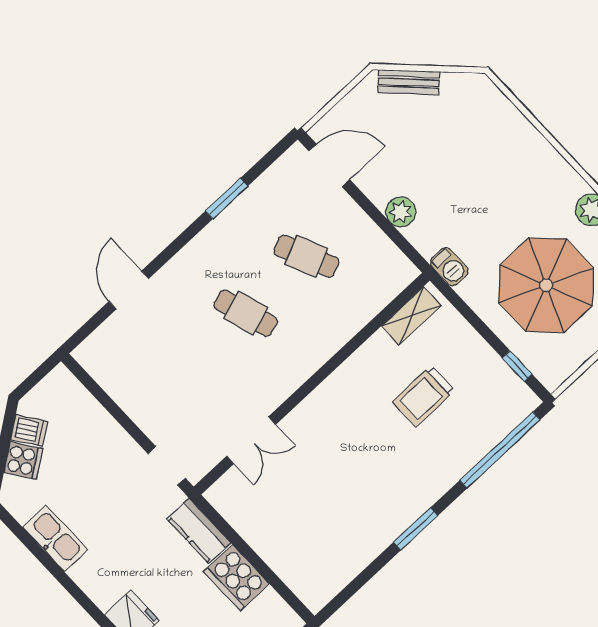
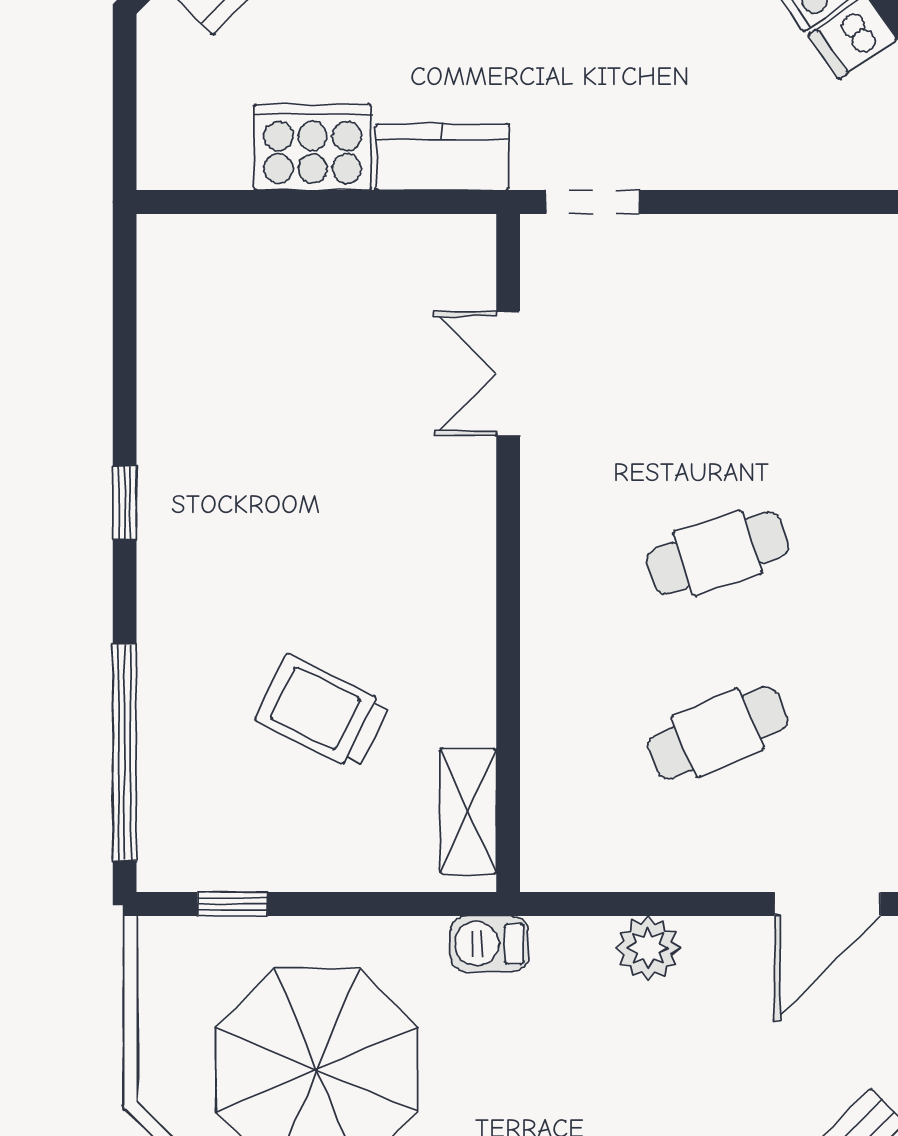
trolley: (424, 396) -> (323, 712), turned -64
window: (416, 529) -> (125, 503), width x0.67

